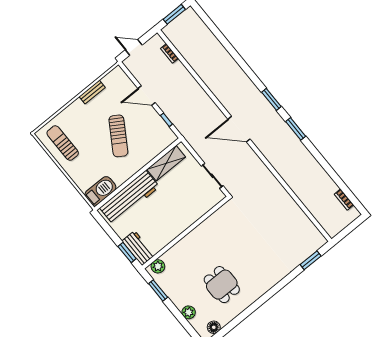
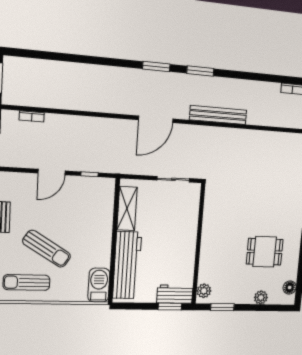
sun lounger: (118, 136) -> (47, 249), moved
bench: (280, 166) -> (218, 115), added

